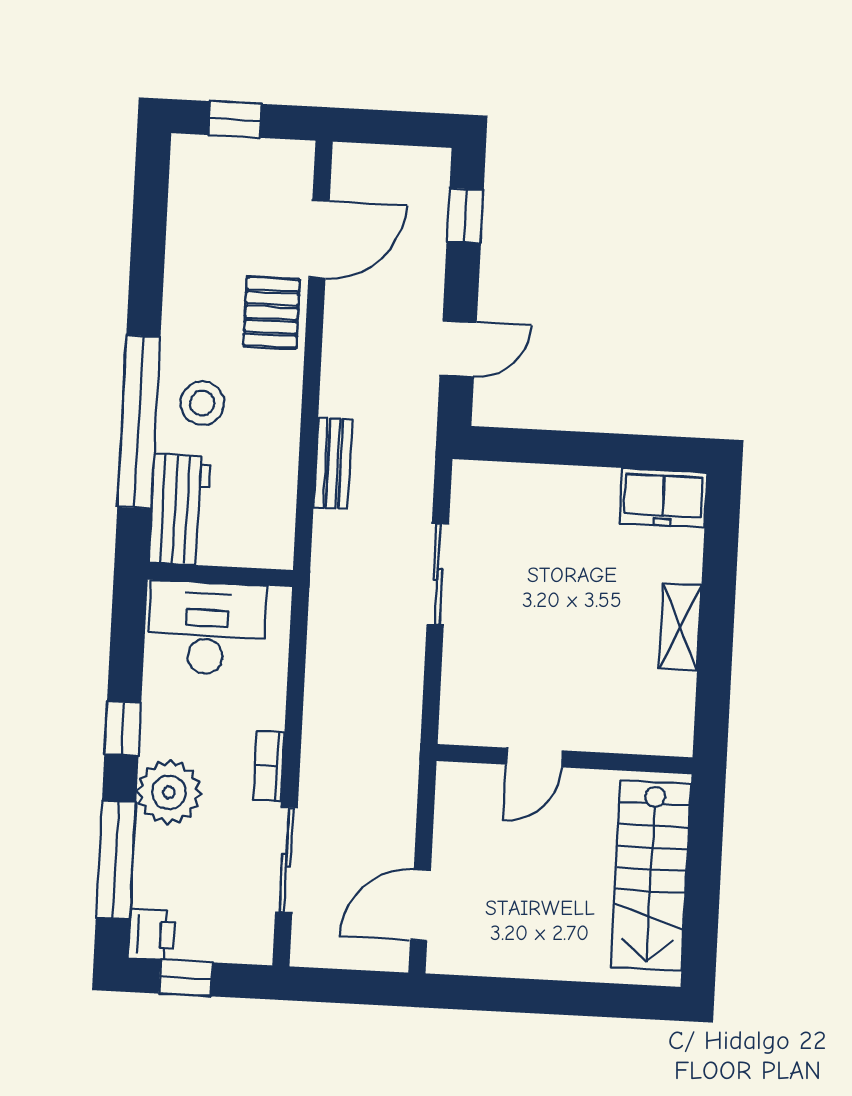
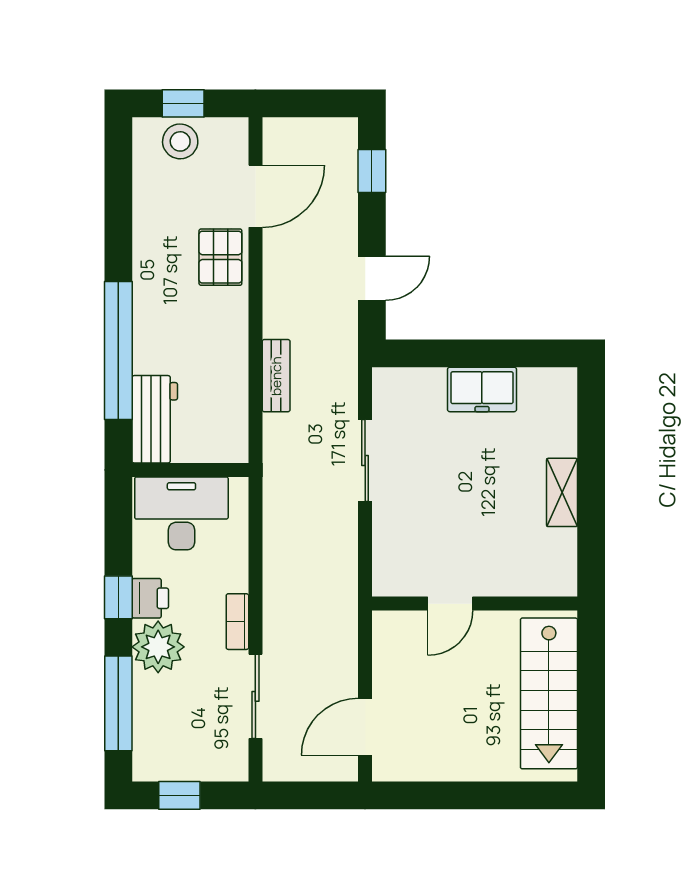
stool: (202, 403) -> (180, 141), moved
freezer: (663, 498) -> (482, 389), moved
printer: (152, 934) -> (150, 598), moved

